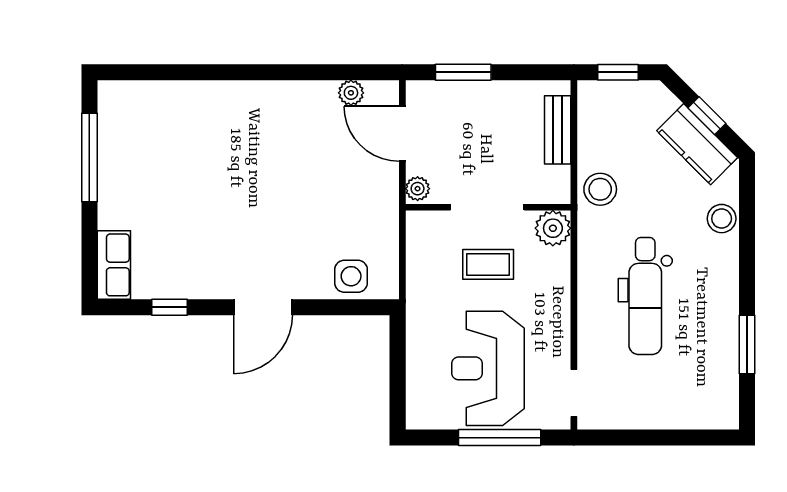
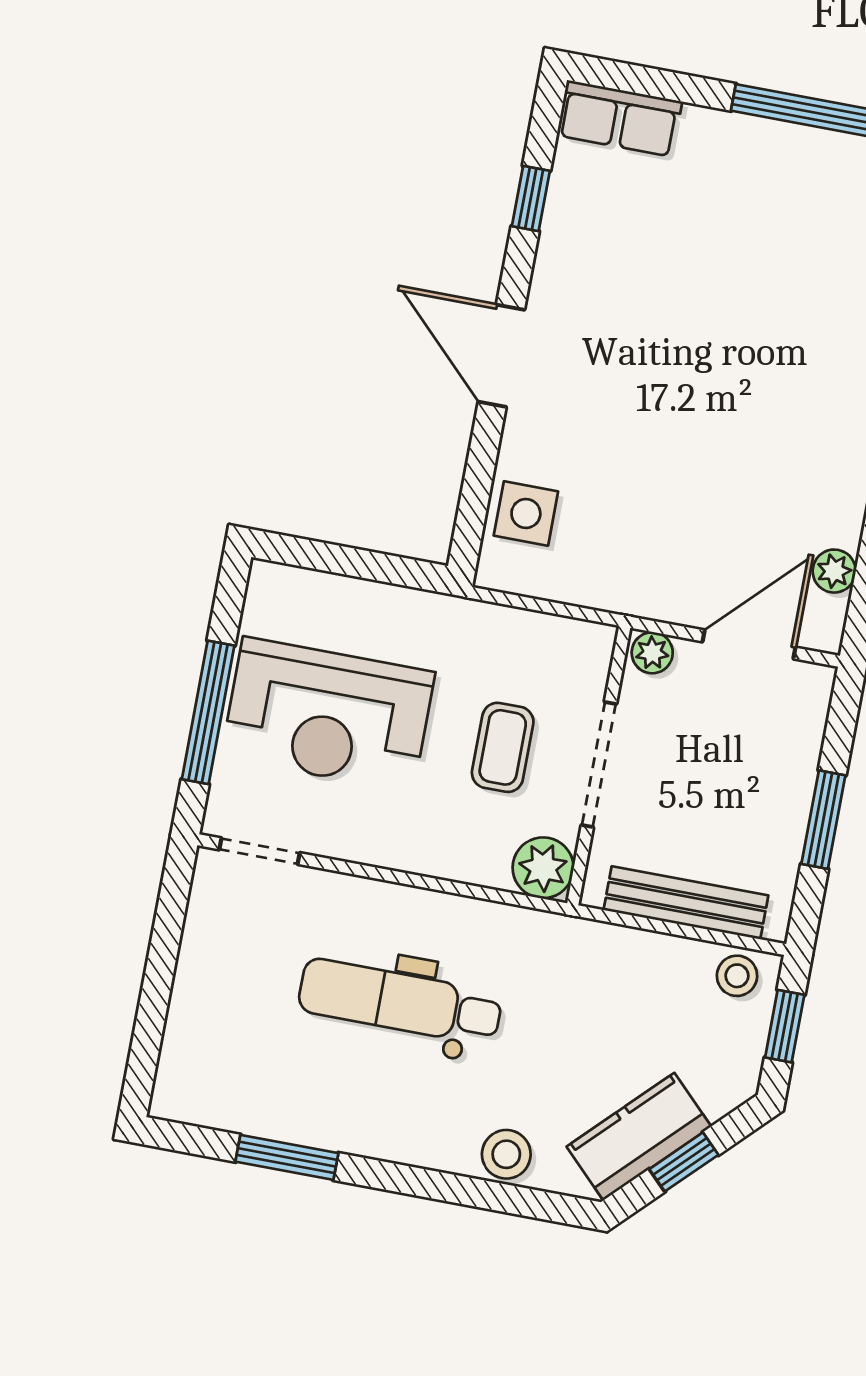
window: (463, 72) -> (823, 820), moved
bench: (558, 130) -> (686, 903), width x1.36
stool: (600, 189) -> (737, 976), moved, width x0.73, depth x0.73
reception desk: (488, 368) -> (328, 715), turned 180

